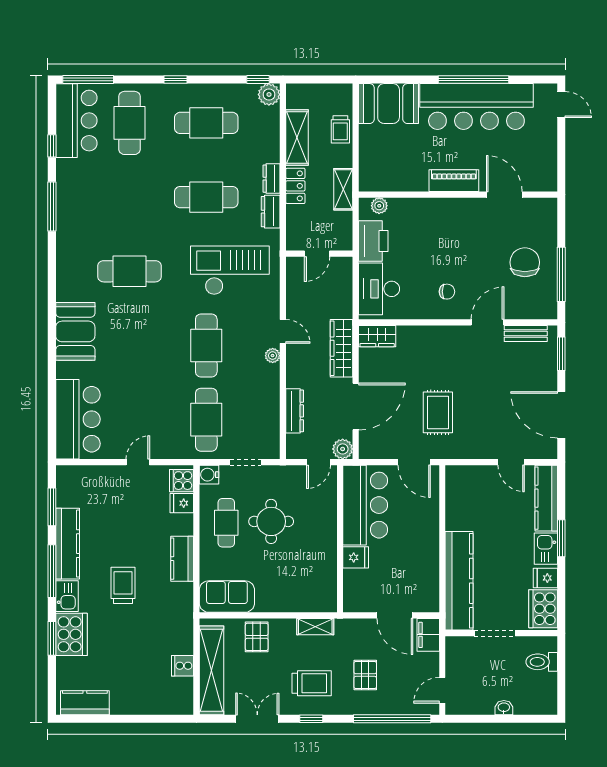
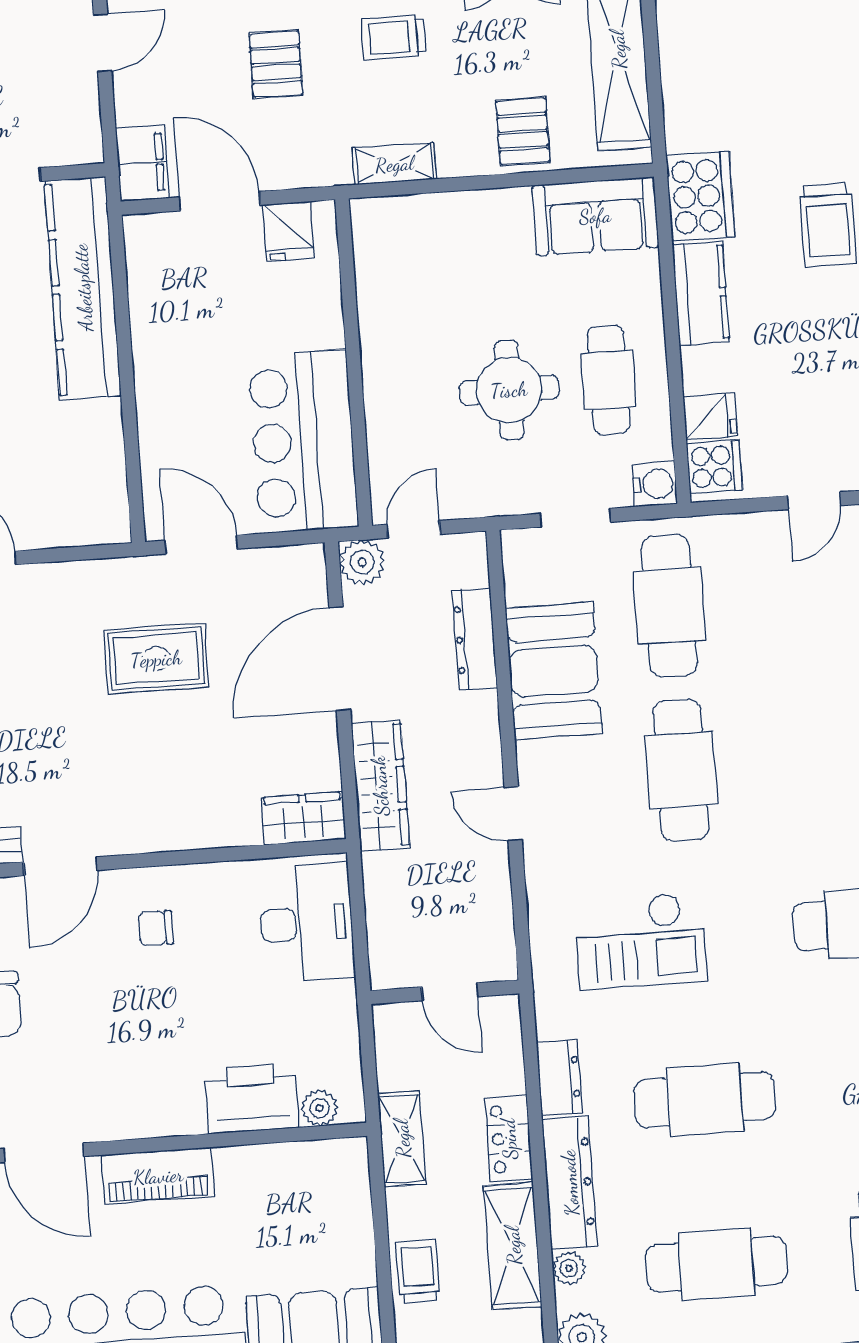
dresser: (272, 179) -> (570, 1183), width x1.96, depth x1.24
printer: (373, 241) -> (252, 1098), moved, turned 90
door: (317, 254) -> (450, 992), swing flipped
checkout: (230, 270) -> (641, 941), width x0.73, depth x0.83
plant: (273, 356) -> (569, 1268), moved
booth: (260, 394) -> (554, 671), added
rug: (438, 412) -> (156, 659), turned 90
fridge: (356, 557) -> (288, 231), moved, turned -90
cooker: (183, 666) -> (700, 196), moved, width x1.87, depth x1.31
trolley: (312, 683) -> (394, 37), width x0.73, depth x0.72

